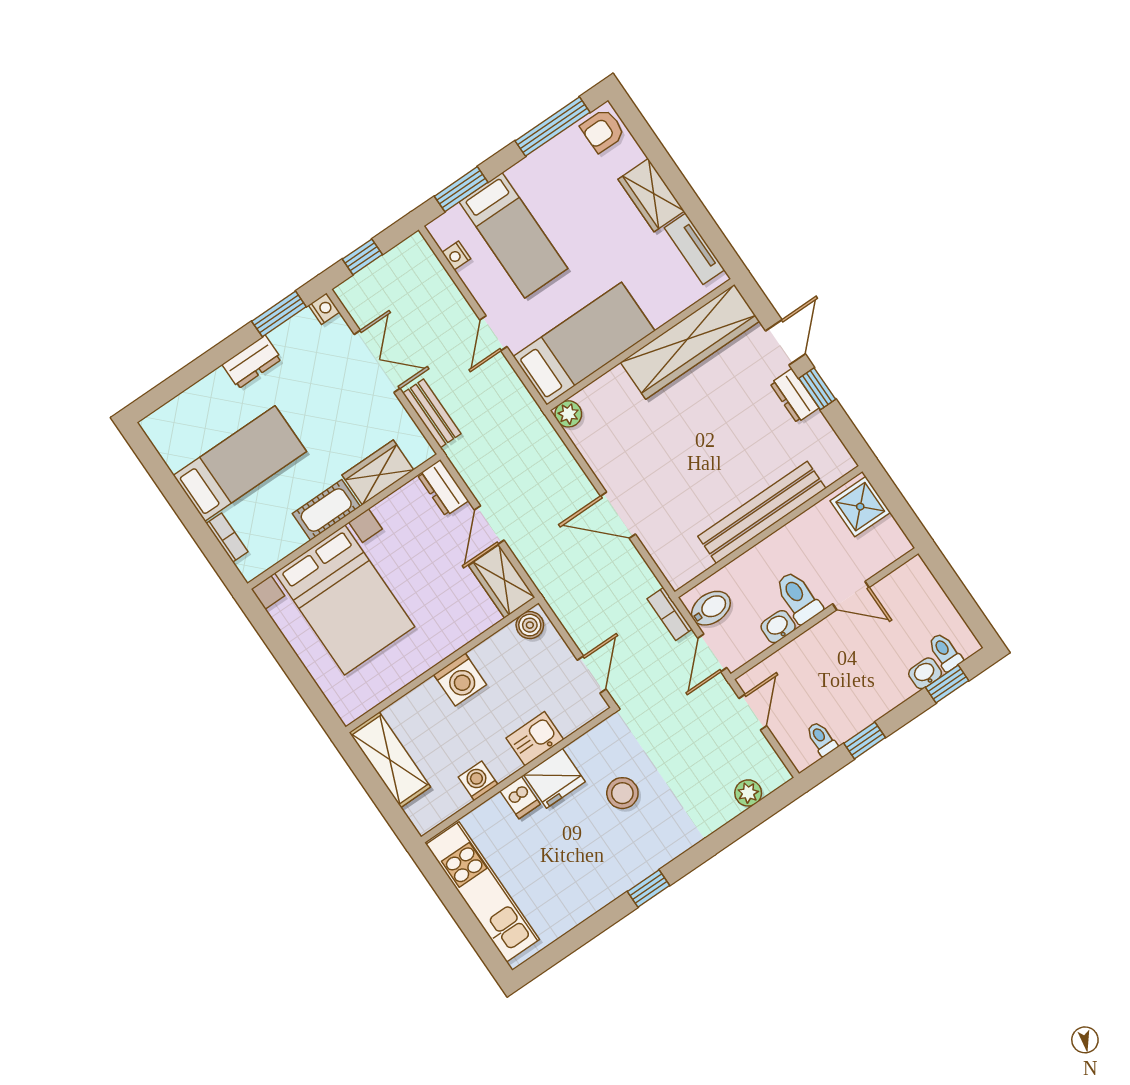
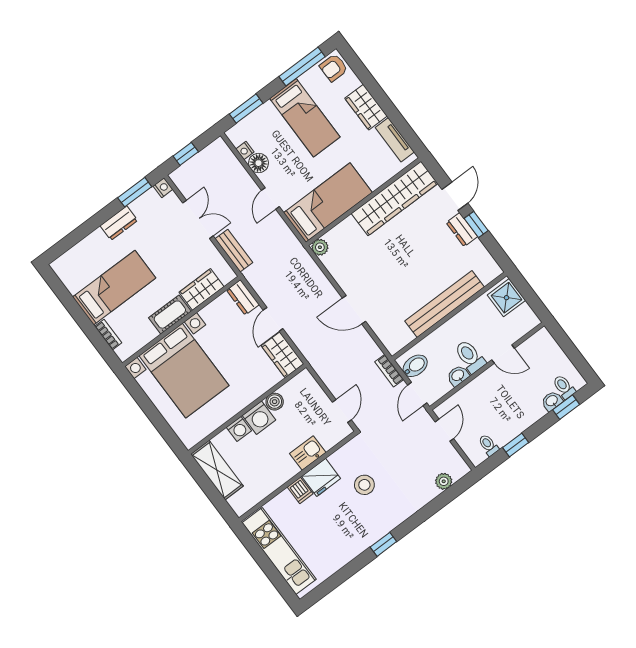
bed: (513, 235) -> (305, 118), moved
floor lamp: (477, 276) -> (258, 163), added
boiler: (530, 625) -> (275, 402), moved
washing machine: (478, 781) -> (239, 429), moved, turned 180

